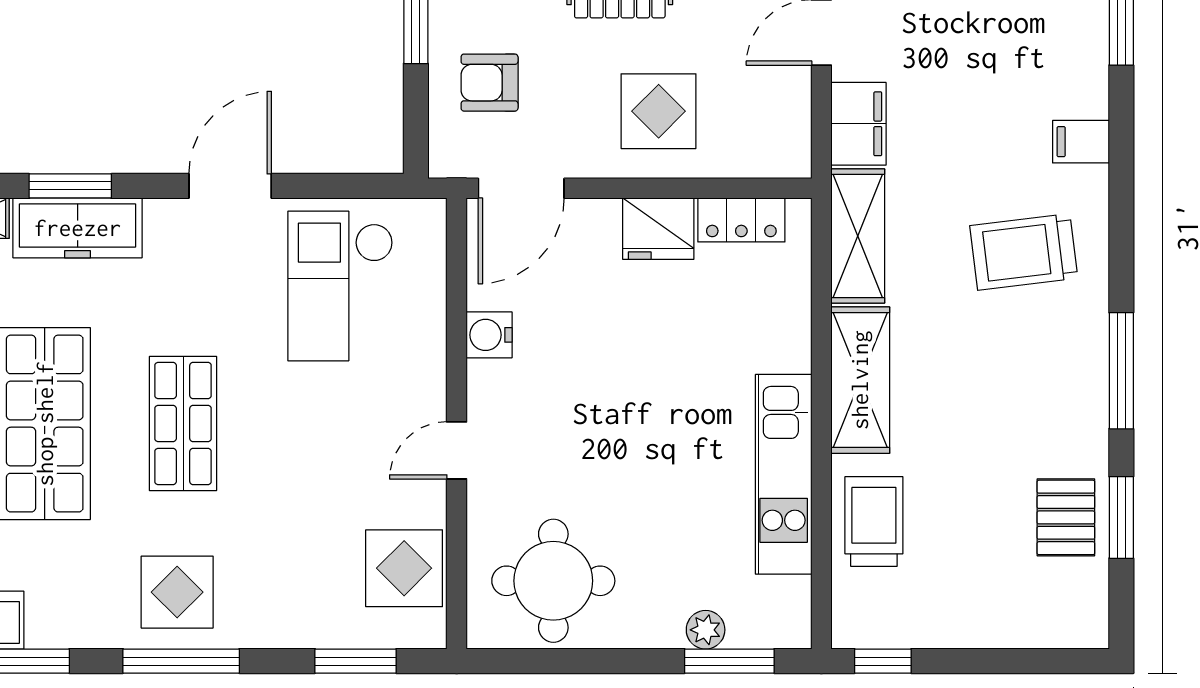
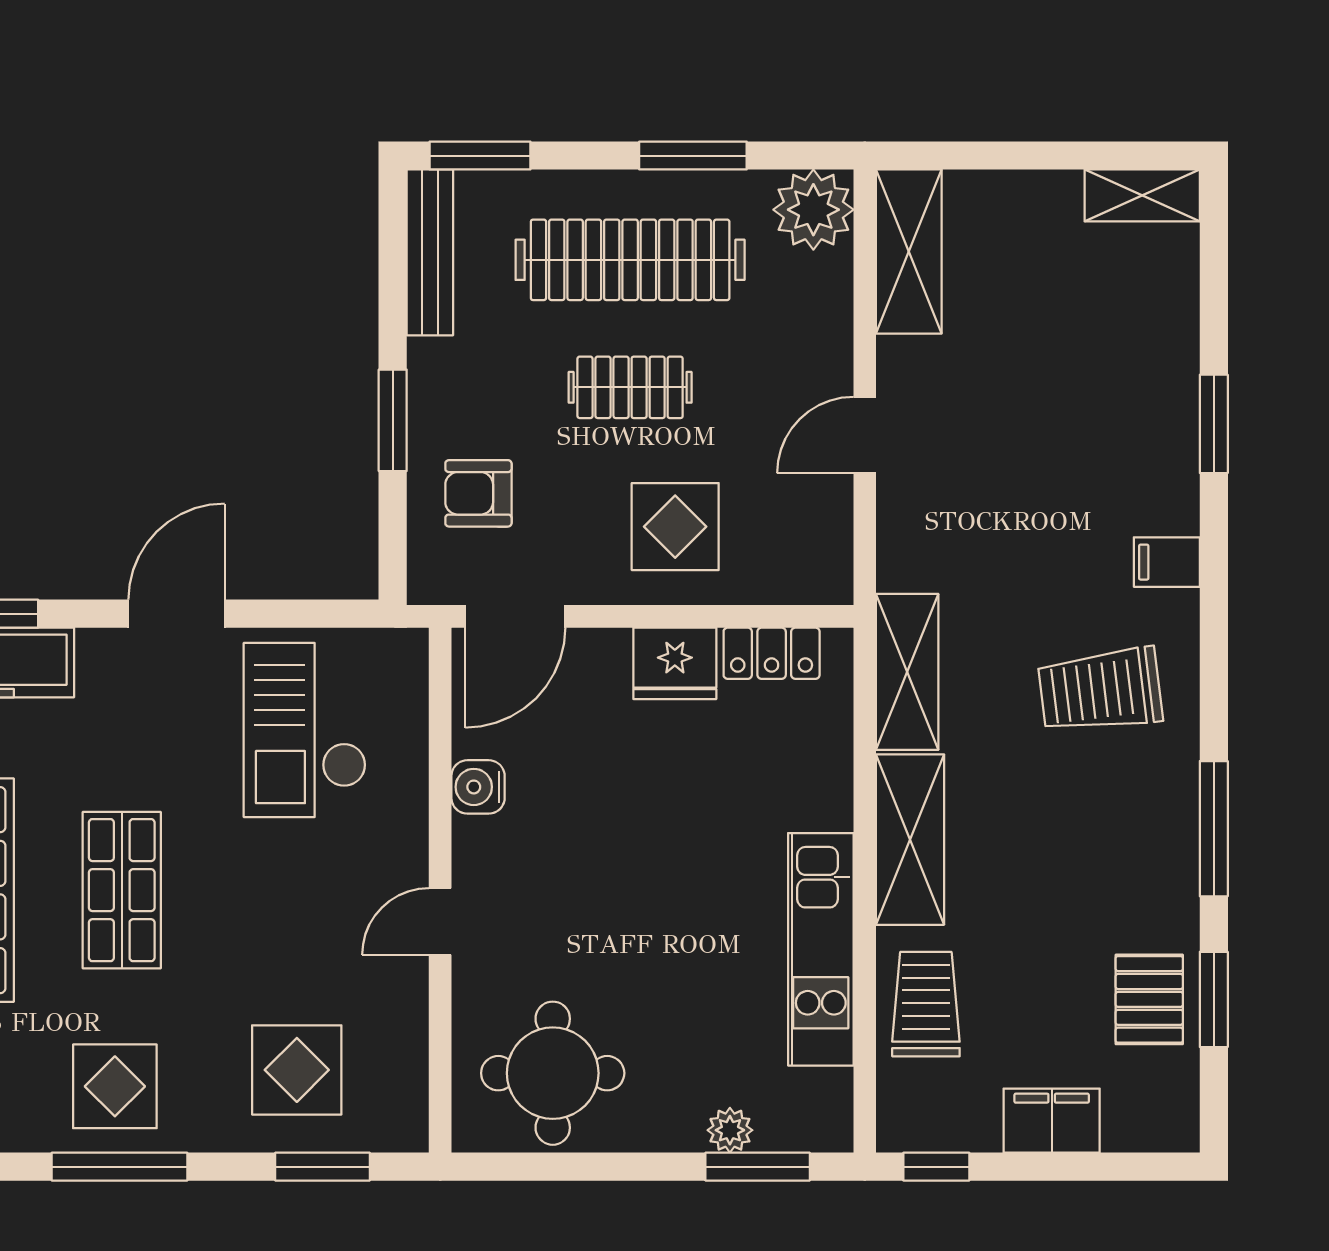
filing cabinet: (859, 124) -> (1052, 1121), moved, turned -90
display table: (404, 568) -> (297, 1070), moved

